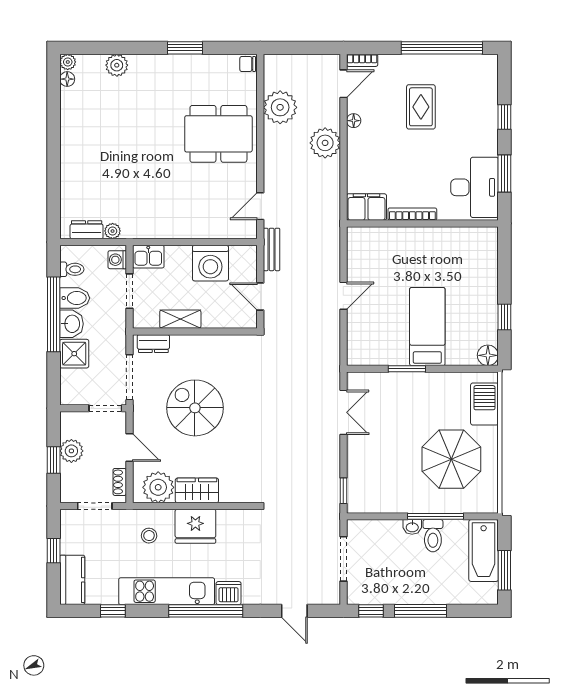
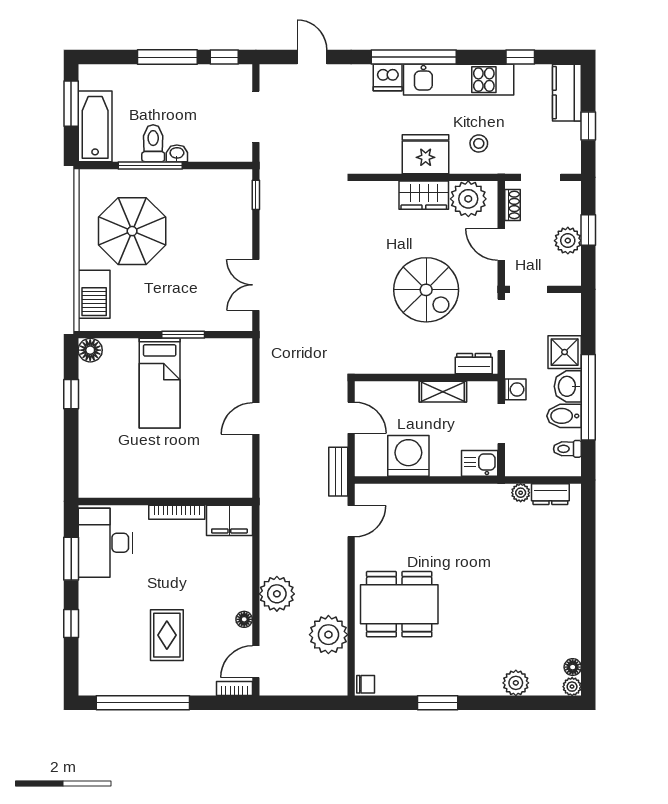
washing machine: (117, 260) -> (515, 389), moved

